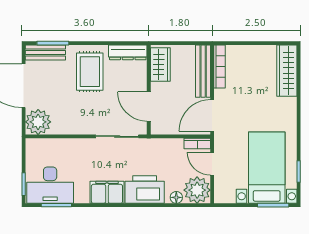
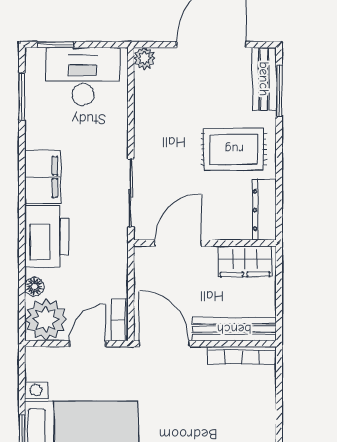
plant: (38, 122) -> (144, 58), width x0.53, depth x0.53
desk: (50, 185) -> (83, 76), moved, turned 90

